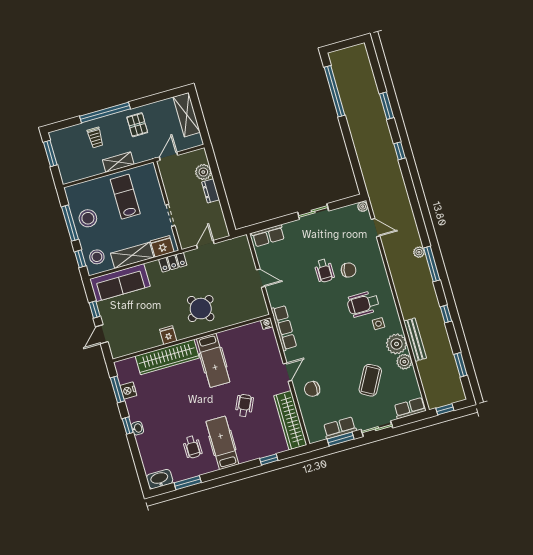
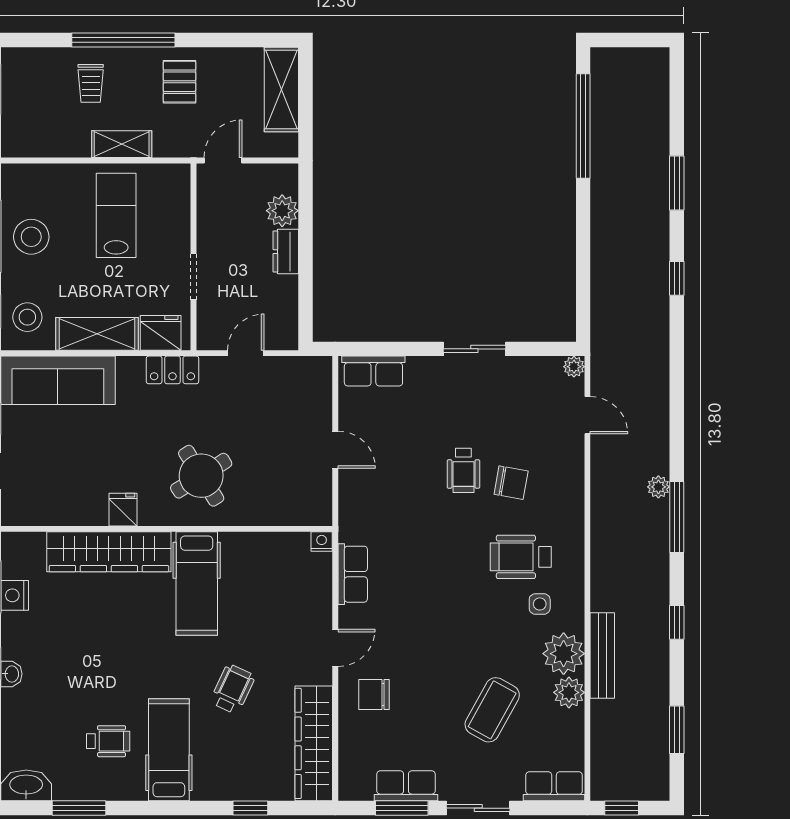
row of seats: (284, 328) -> (353, 574), width x0.68
wheelchair: (192, 447) -> (108, 741), turned -90

